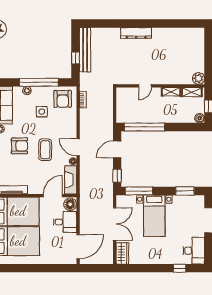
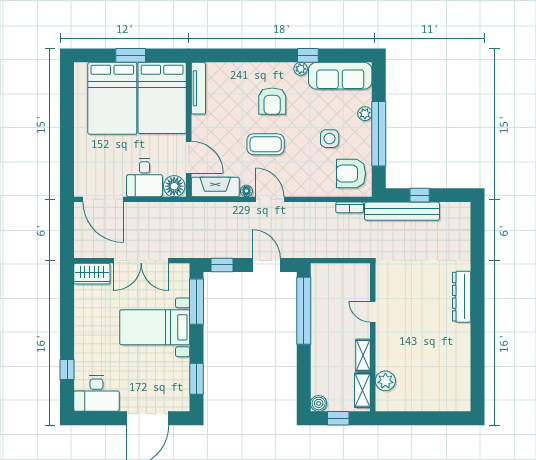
bench: (85, 50) -> (402, 211), moved
plant: (198, 78) -> (385, 381), moved
door: (78, 147) -> (270, 199), hinge flipped

